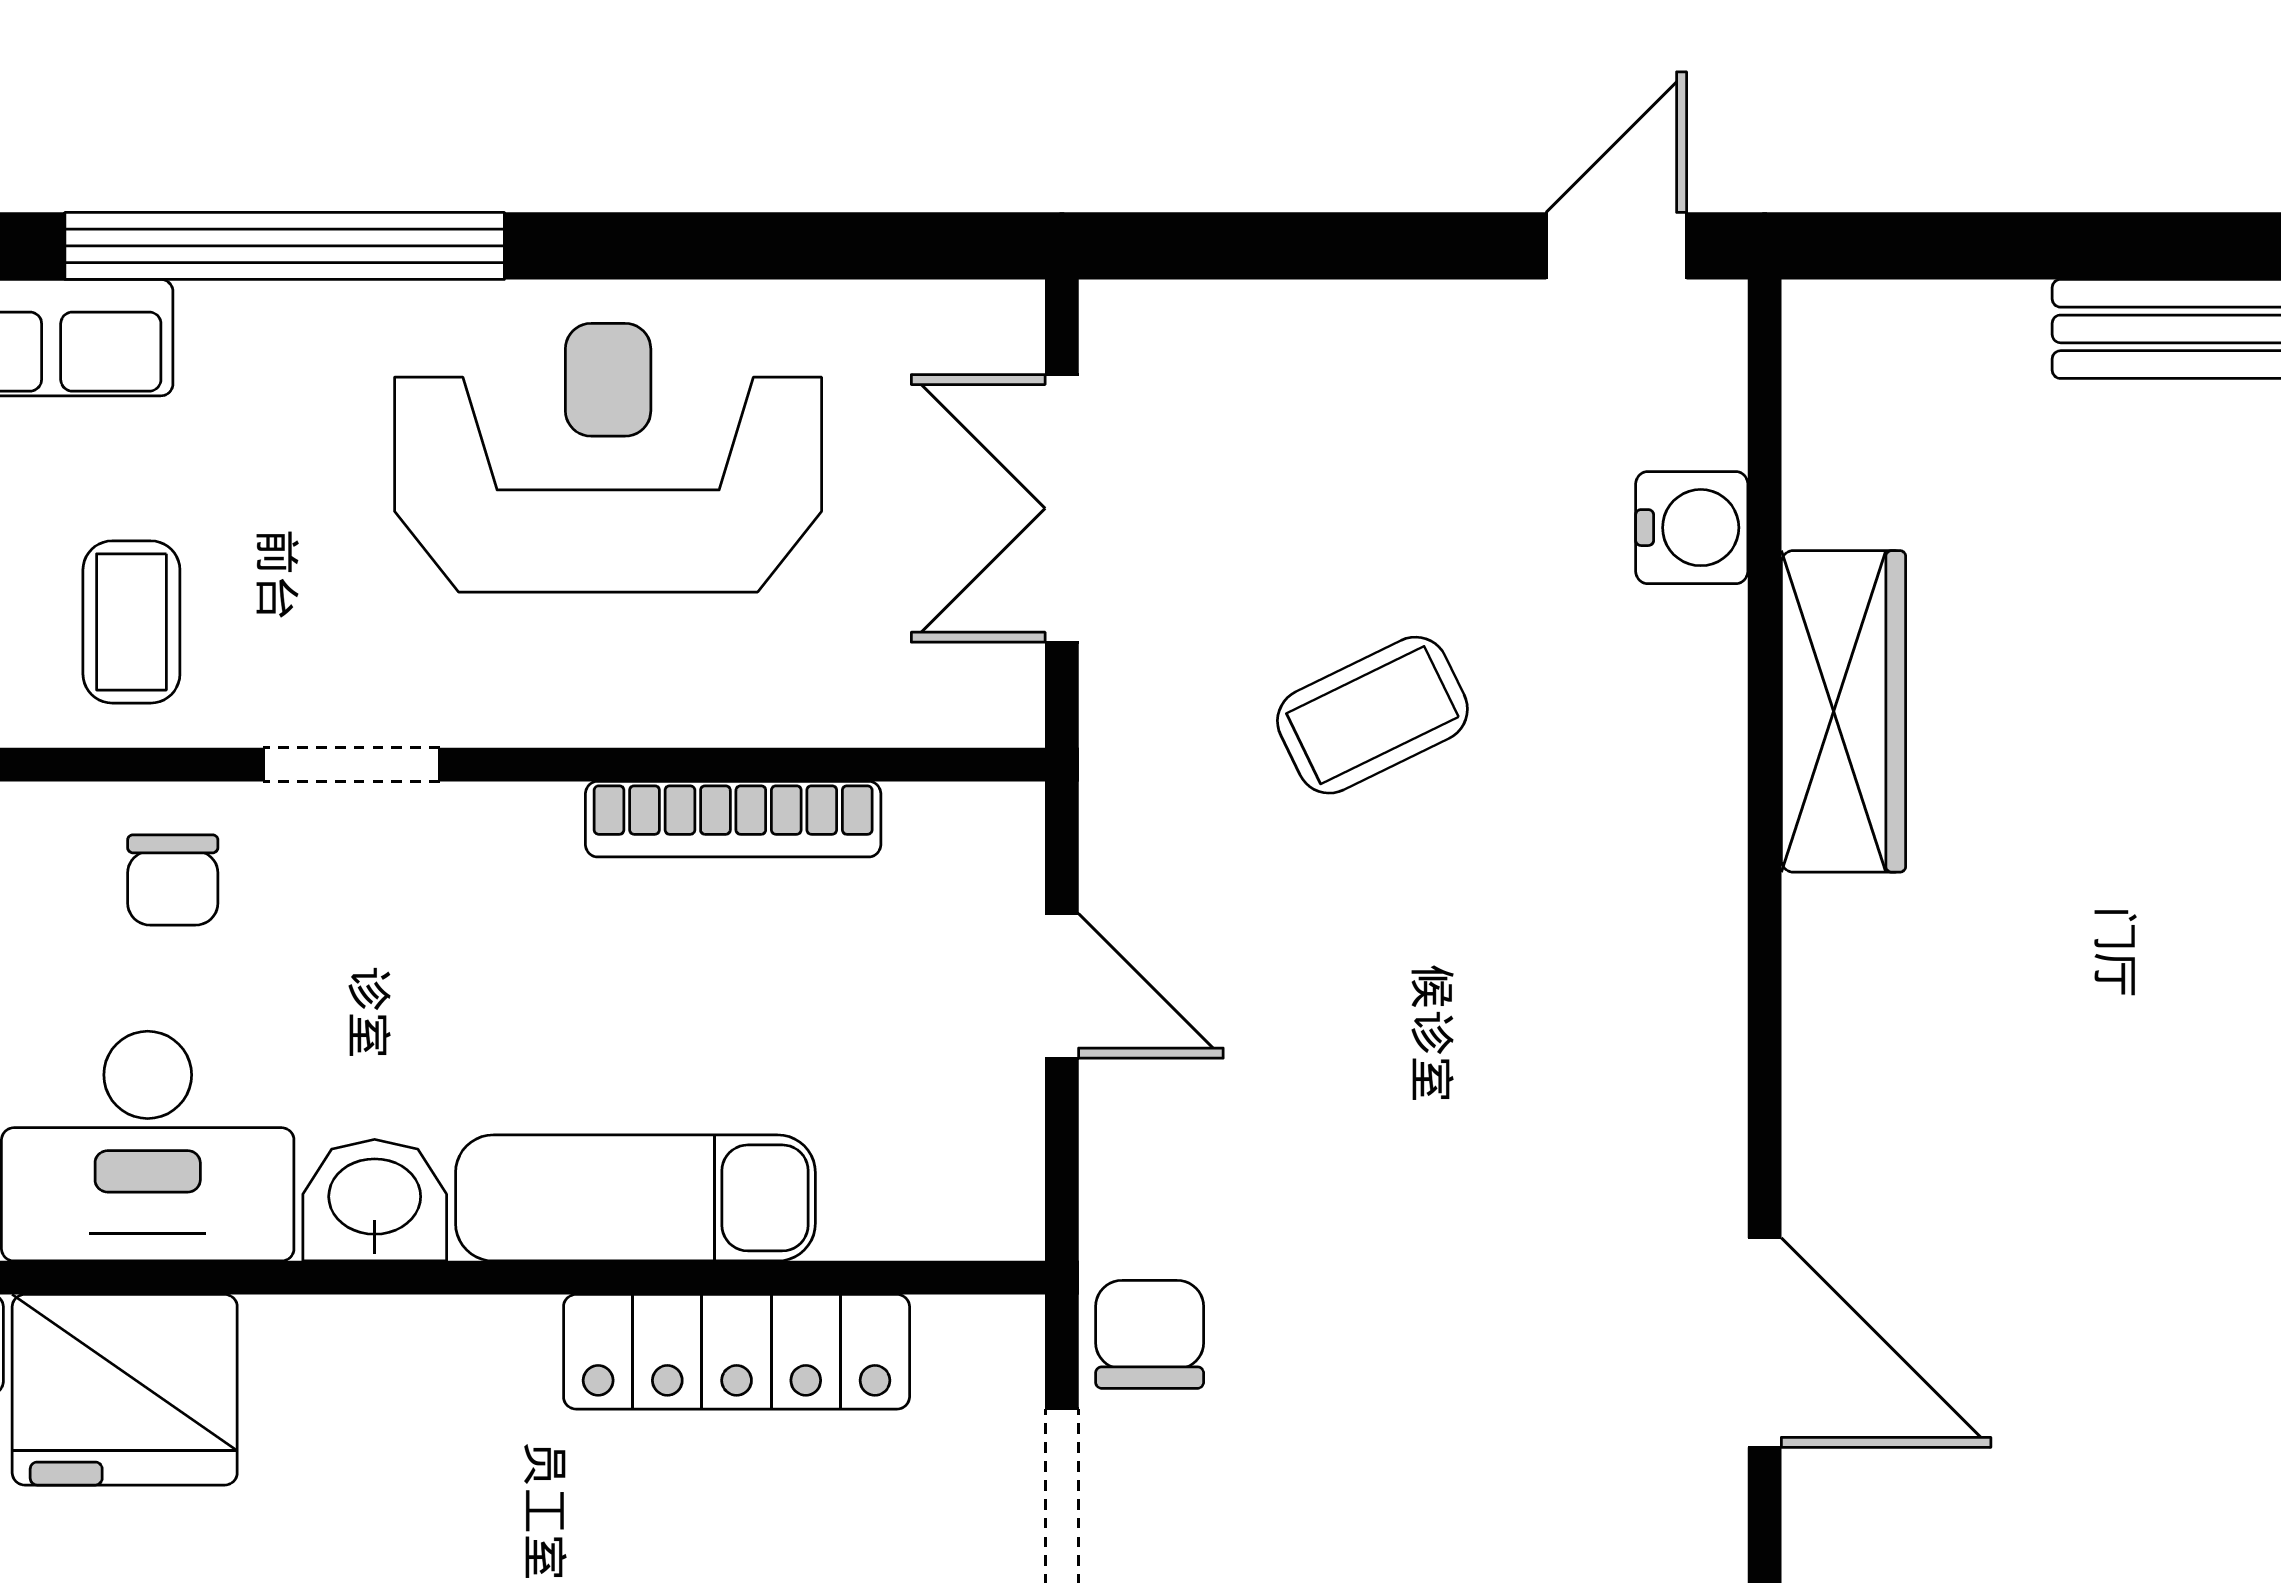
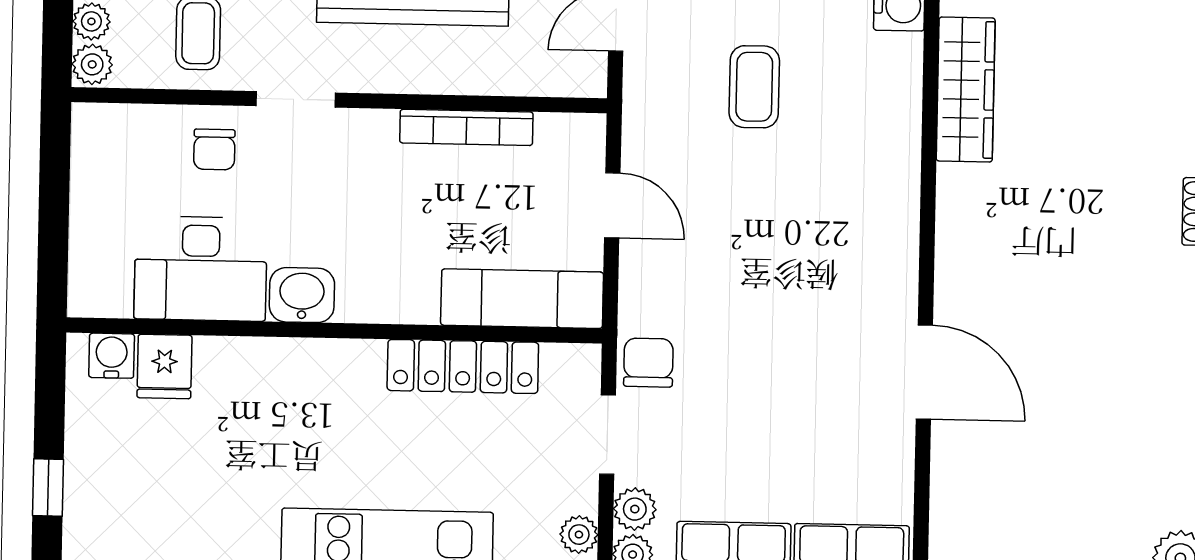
coffee table: (1372, 715) -> (754, 87), turned -64
exam couch: (635, 1198) -> (522, 299), moved
fridge: (125, 1390) -> (164, 366), width x0.53, depth x0.75

